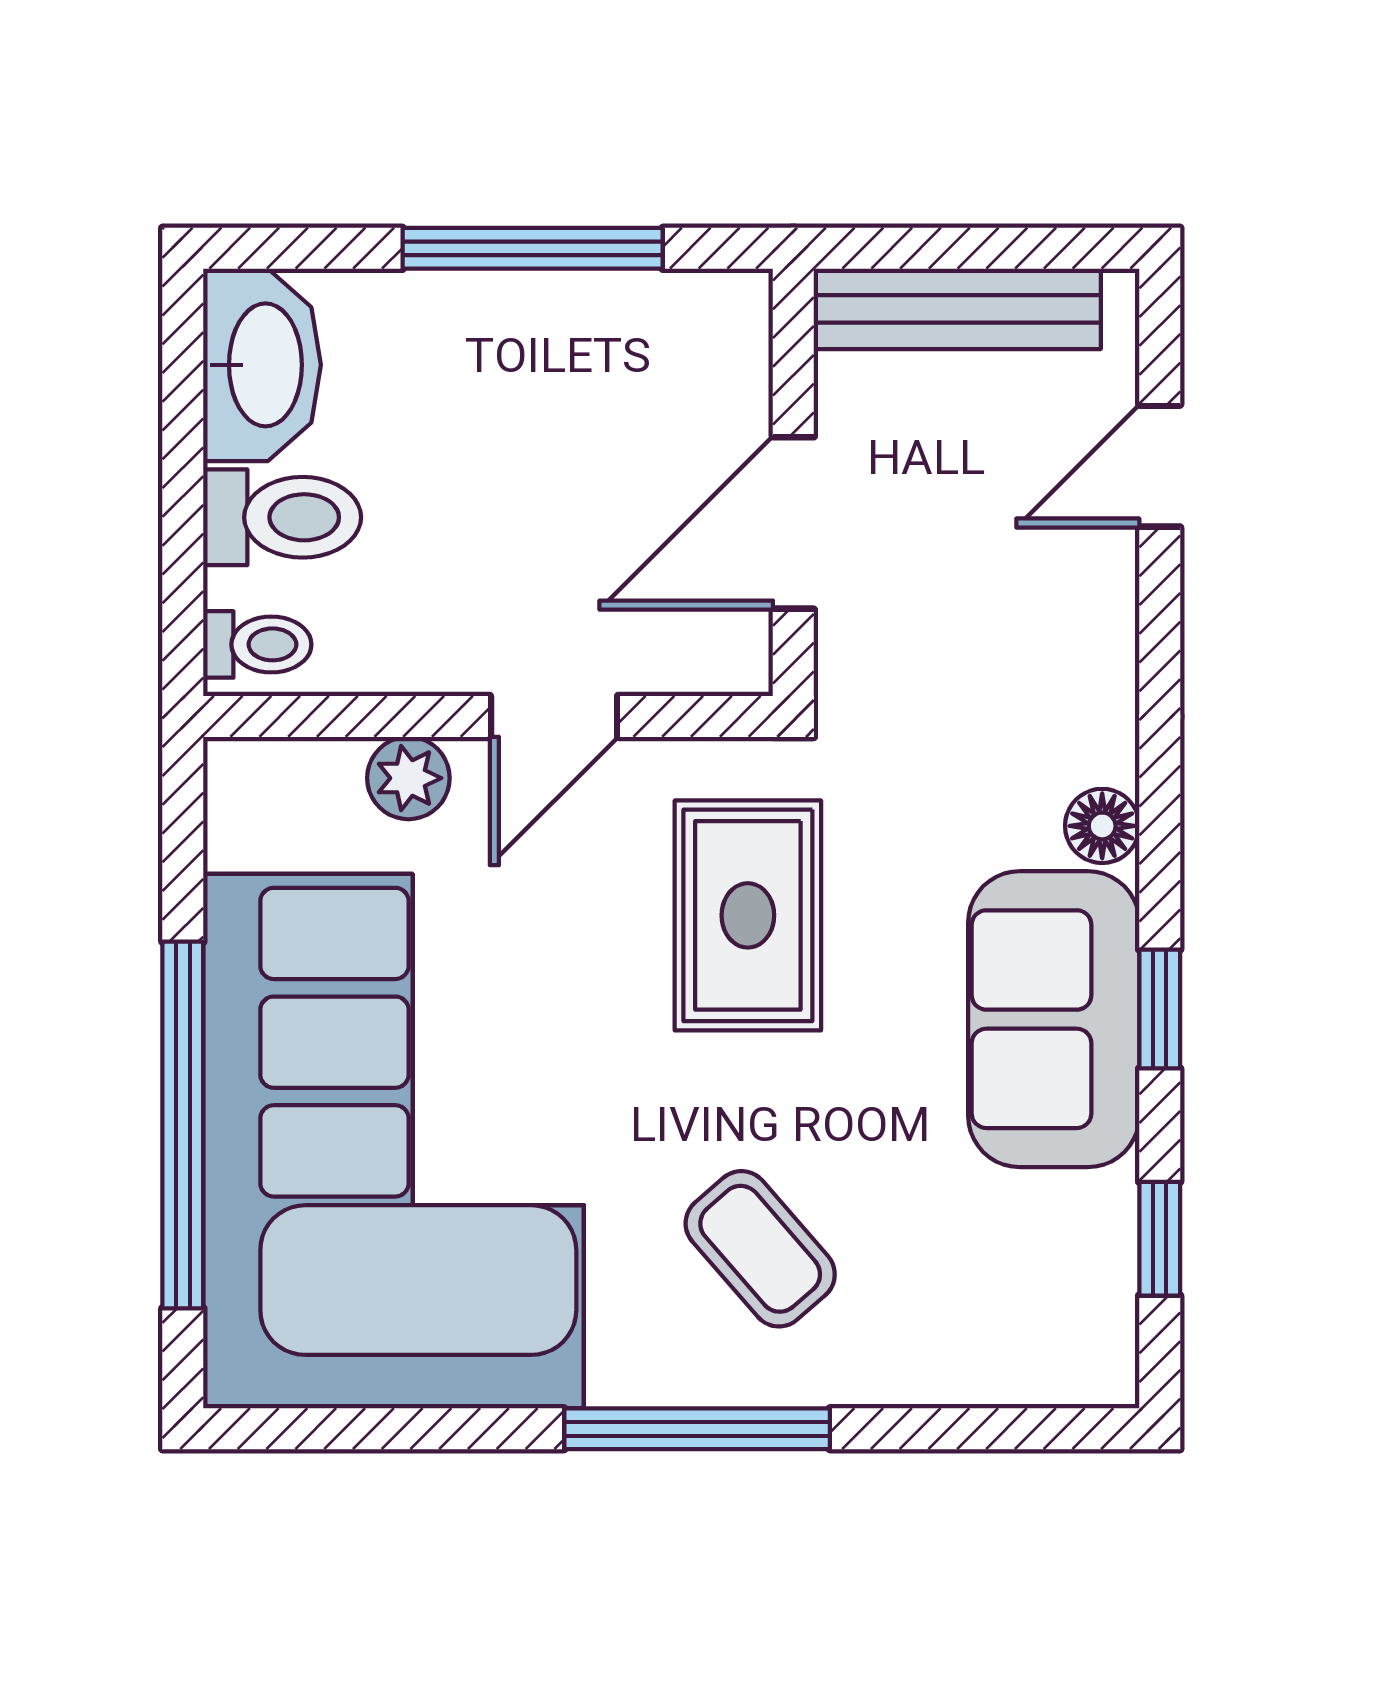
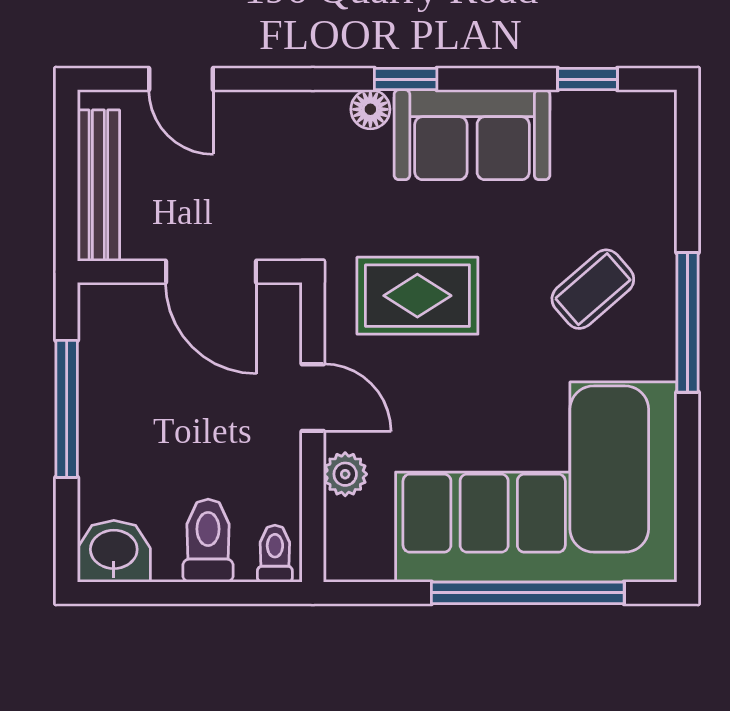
washbasin: (262, 365) -> (114, 551), width x0.72
window: (1160, 1009) -> (406, 79), moved

